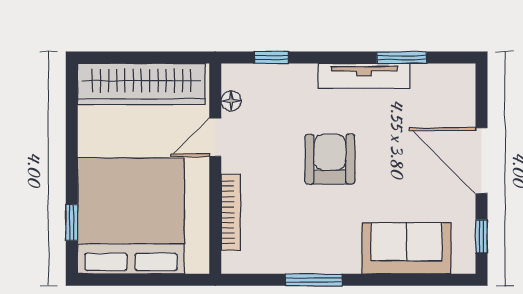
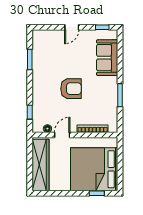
tv unit: (364, 76) -> (37, 75), removed
door: (215, 137) -> (62, 135), swing flipped
armchair: (330, 159) -> (71, 89), turned 180
door: (481, 161) -> (72, 27), width x0.53

